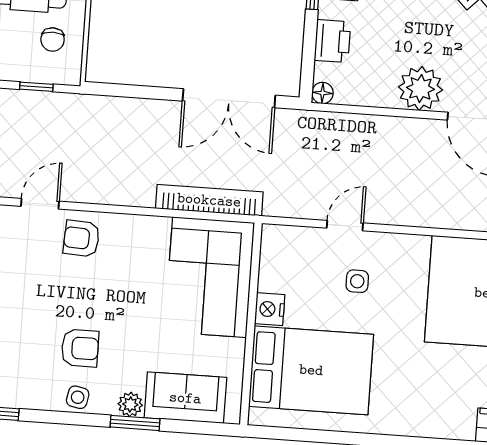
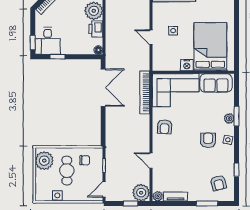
printer: (332, 41) -> (96, 29), moved, turned -90
armchair: (81, 238) -> (165, 127), moved
sofa: (185, 398) -> (216, 83), moved, turned -90

